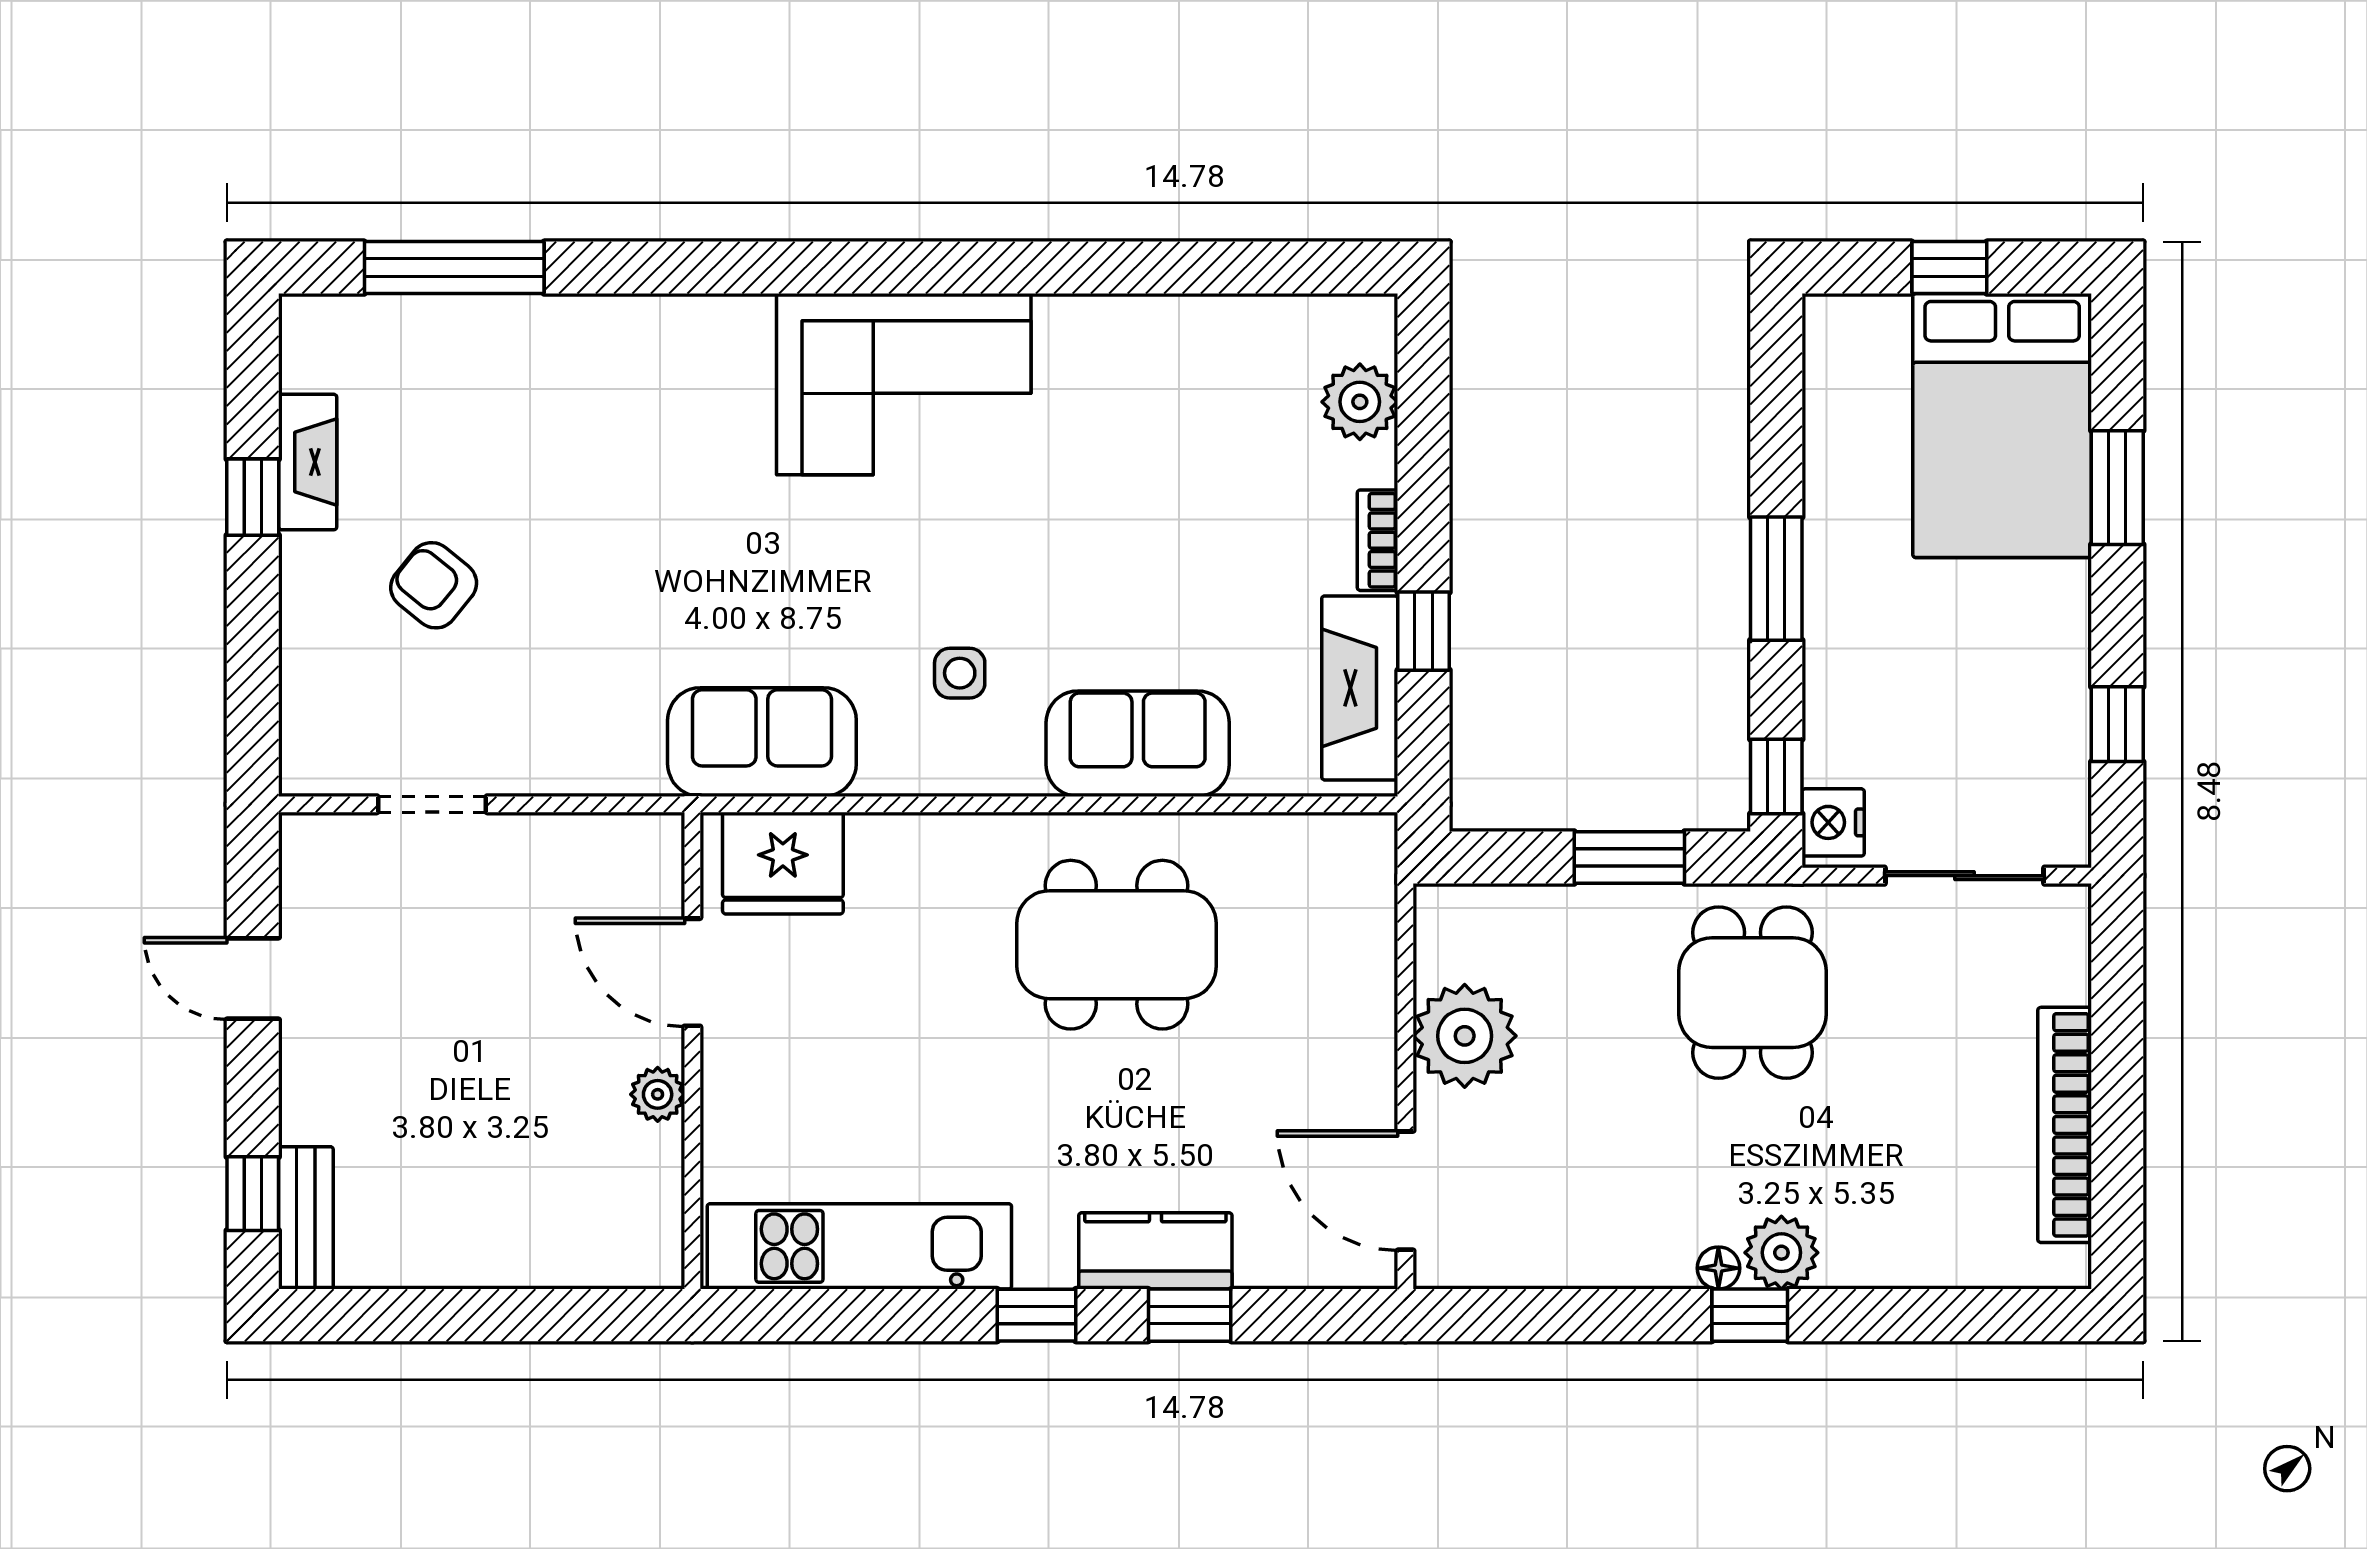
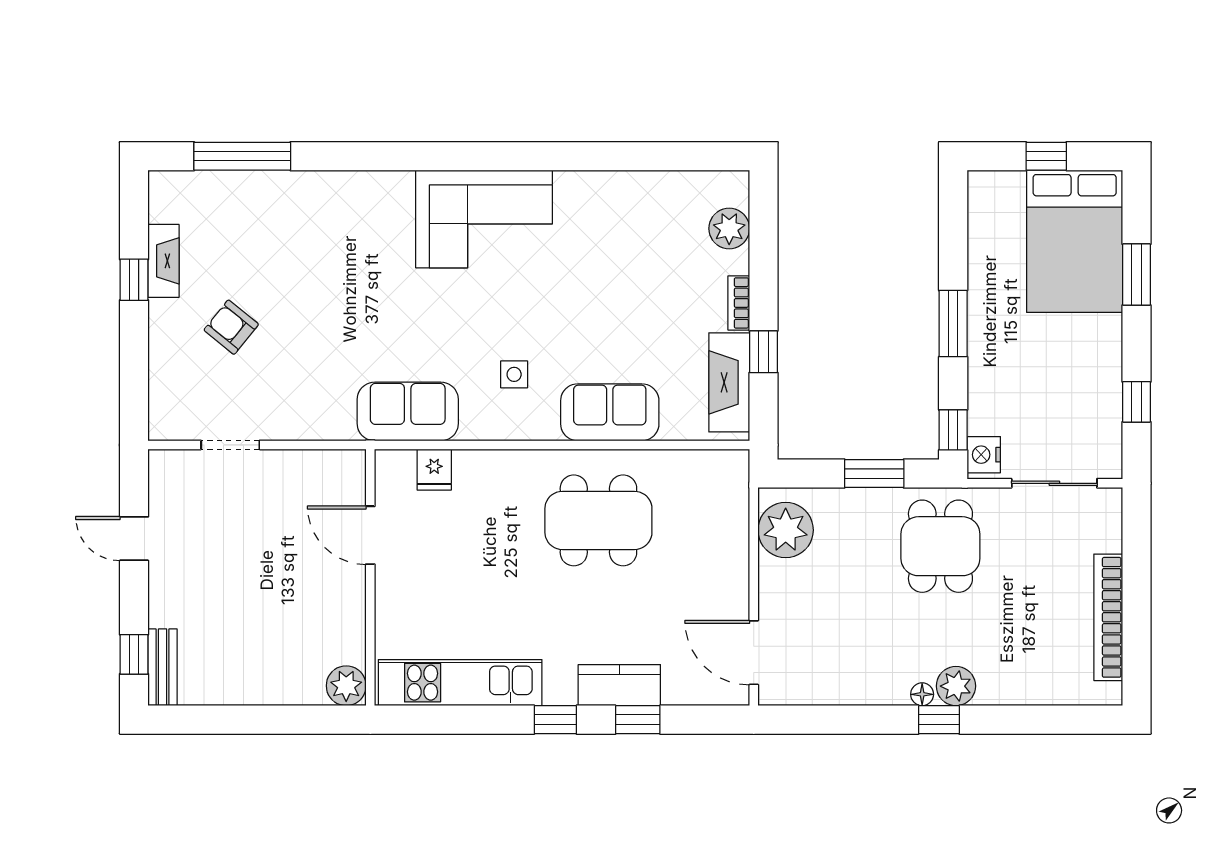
fridge: (783, 863) -> (434, 470), width x0.53, depth x0.75
plant: (1465, 1036) -> (786, 530), moved
plant: (658, 1094) -> (346, 686), moved, width x1.38, depth x1.38

